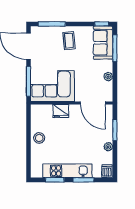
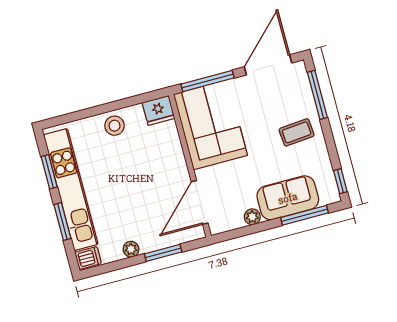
sofa: (103, 43) -> (288, 198), moved
fridge: (61, 111) -> (158, 110), moved, turned -90
kitchen unit: (67, 171) -> (71, 190), width x1.36

